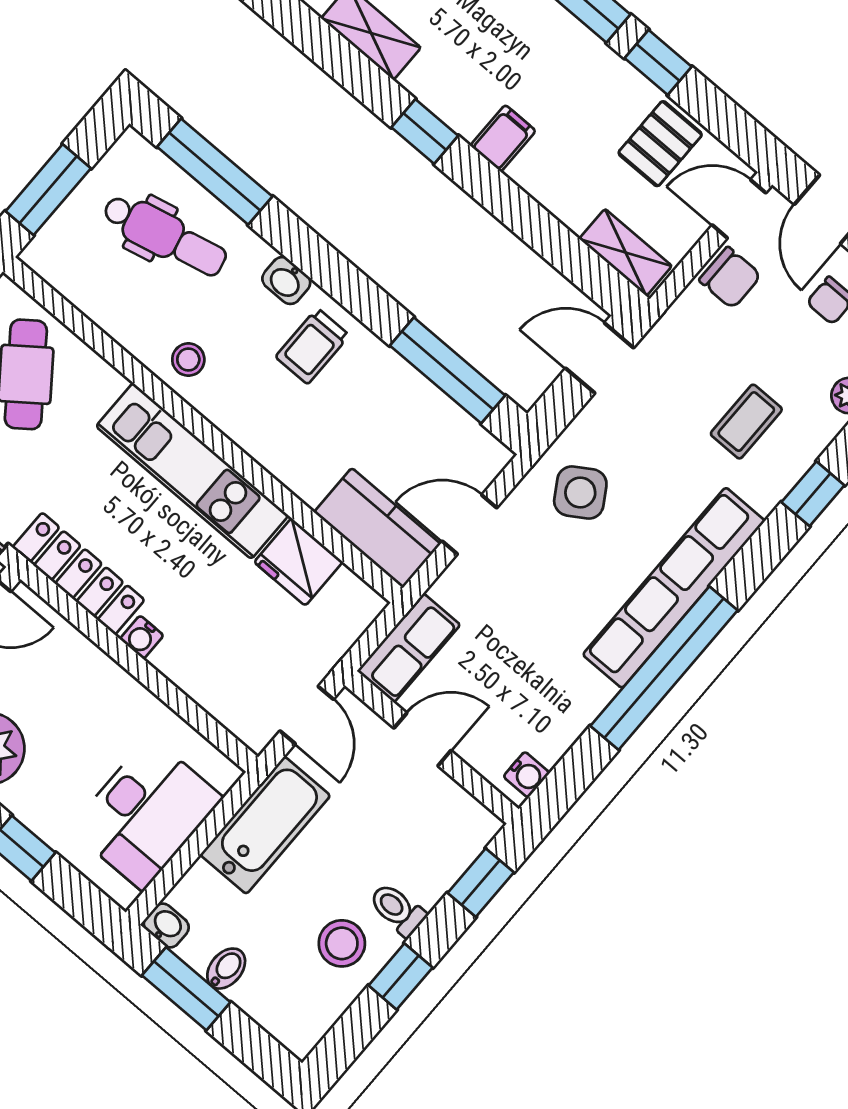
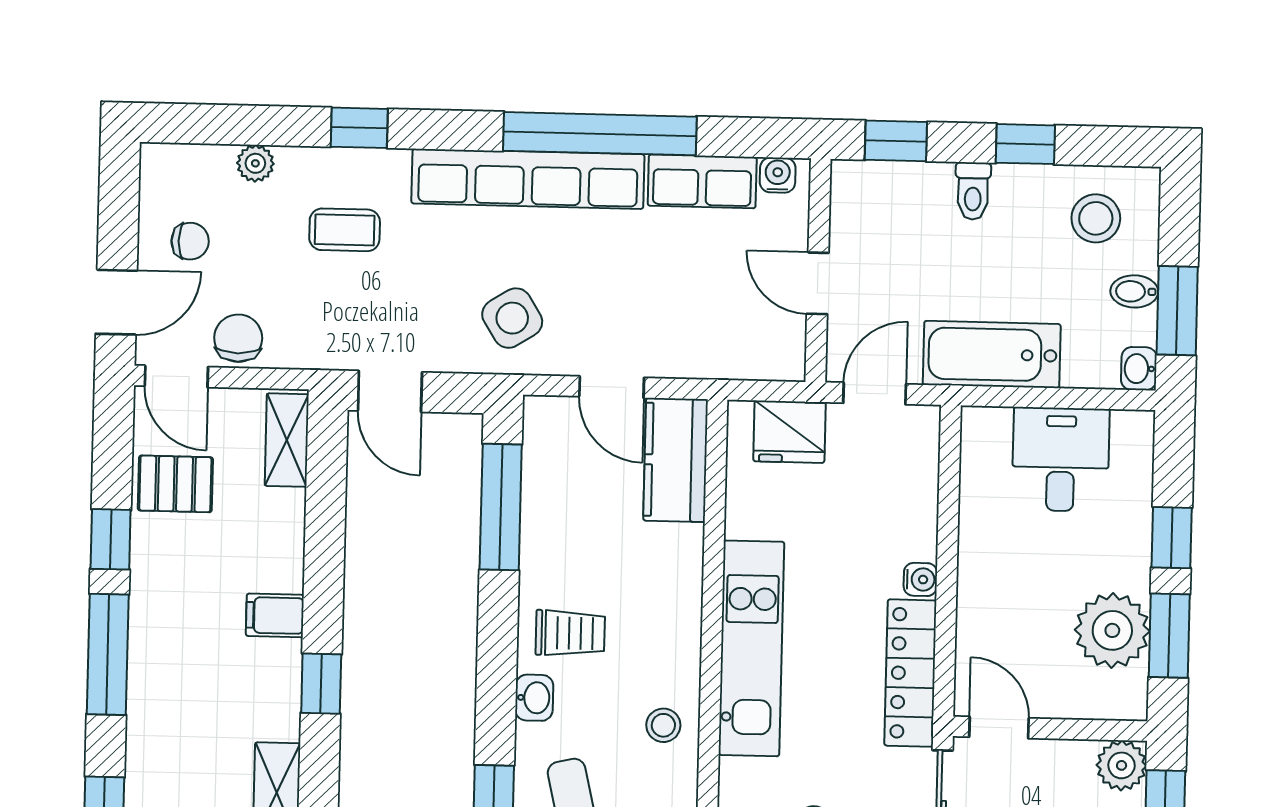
fridge: (298, 562) -> (789, 432), moved, turned 90
row of seats: (409, 648) -> (702, 181), moved, turned 180
desk: (146, 813) -> (1061, 459), width x0.73
stool: (342, 943) -> (1096, 218), moved

